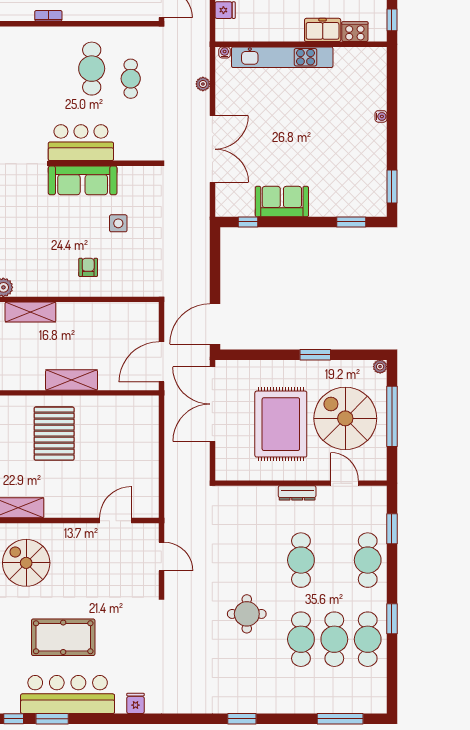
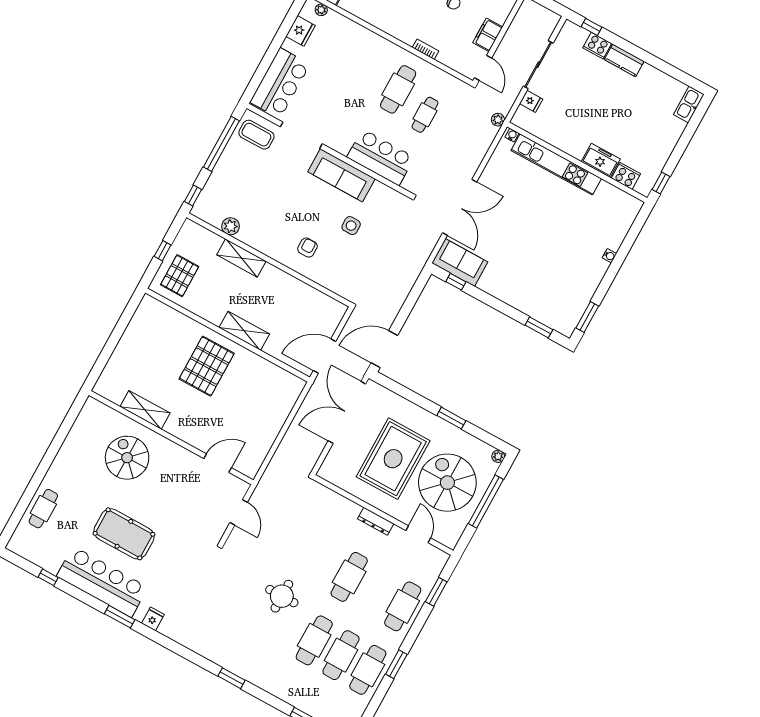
bookcase: (48, 16) -> (426, 49), moved
plant: (203, 84) -> (498, 120), moved
bar counter: (81, 143) -> (381, 157), moved
sofa: (282, 202) -> (460, 262), moved
window: (52, 719) -> (120, 617), moved

